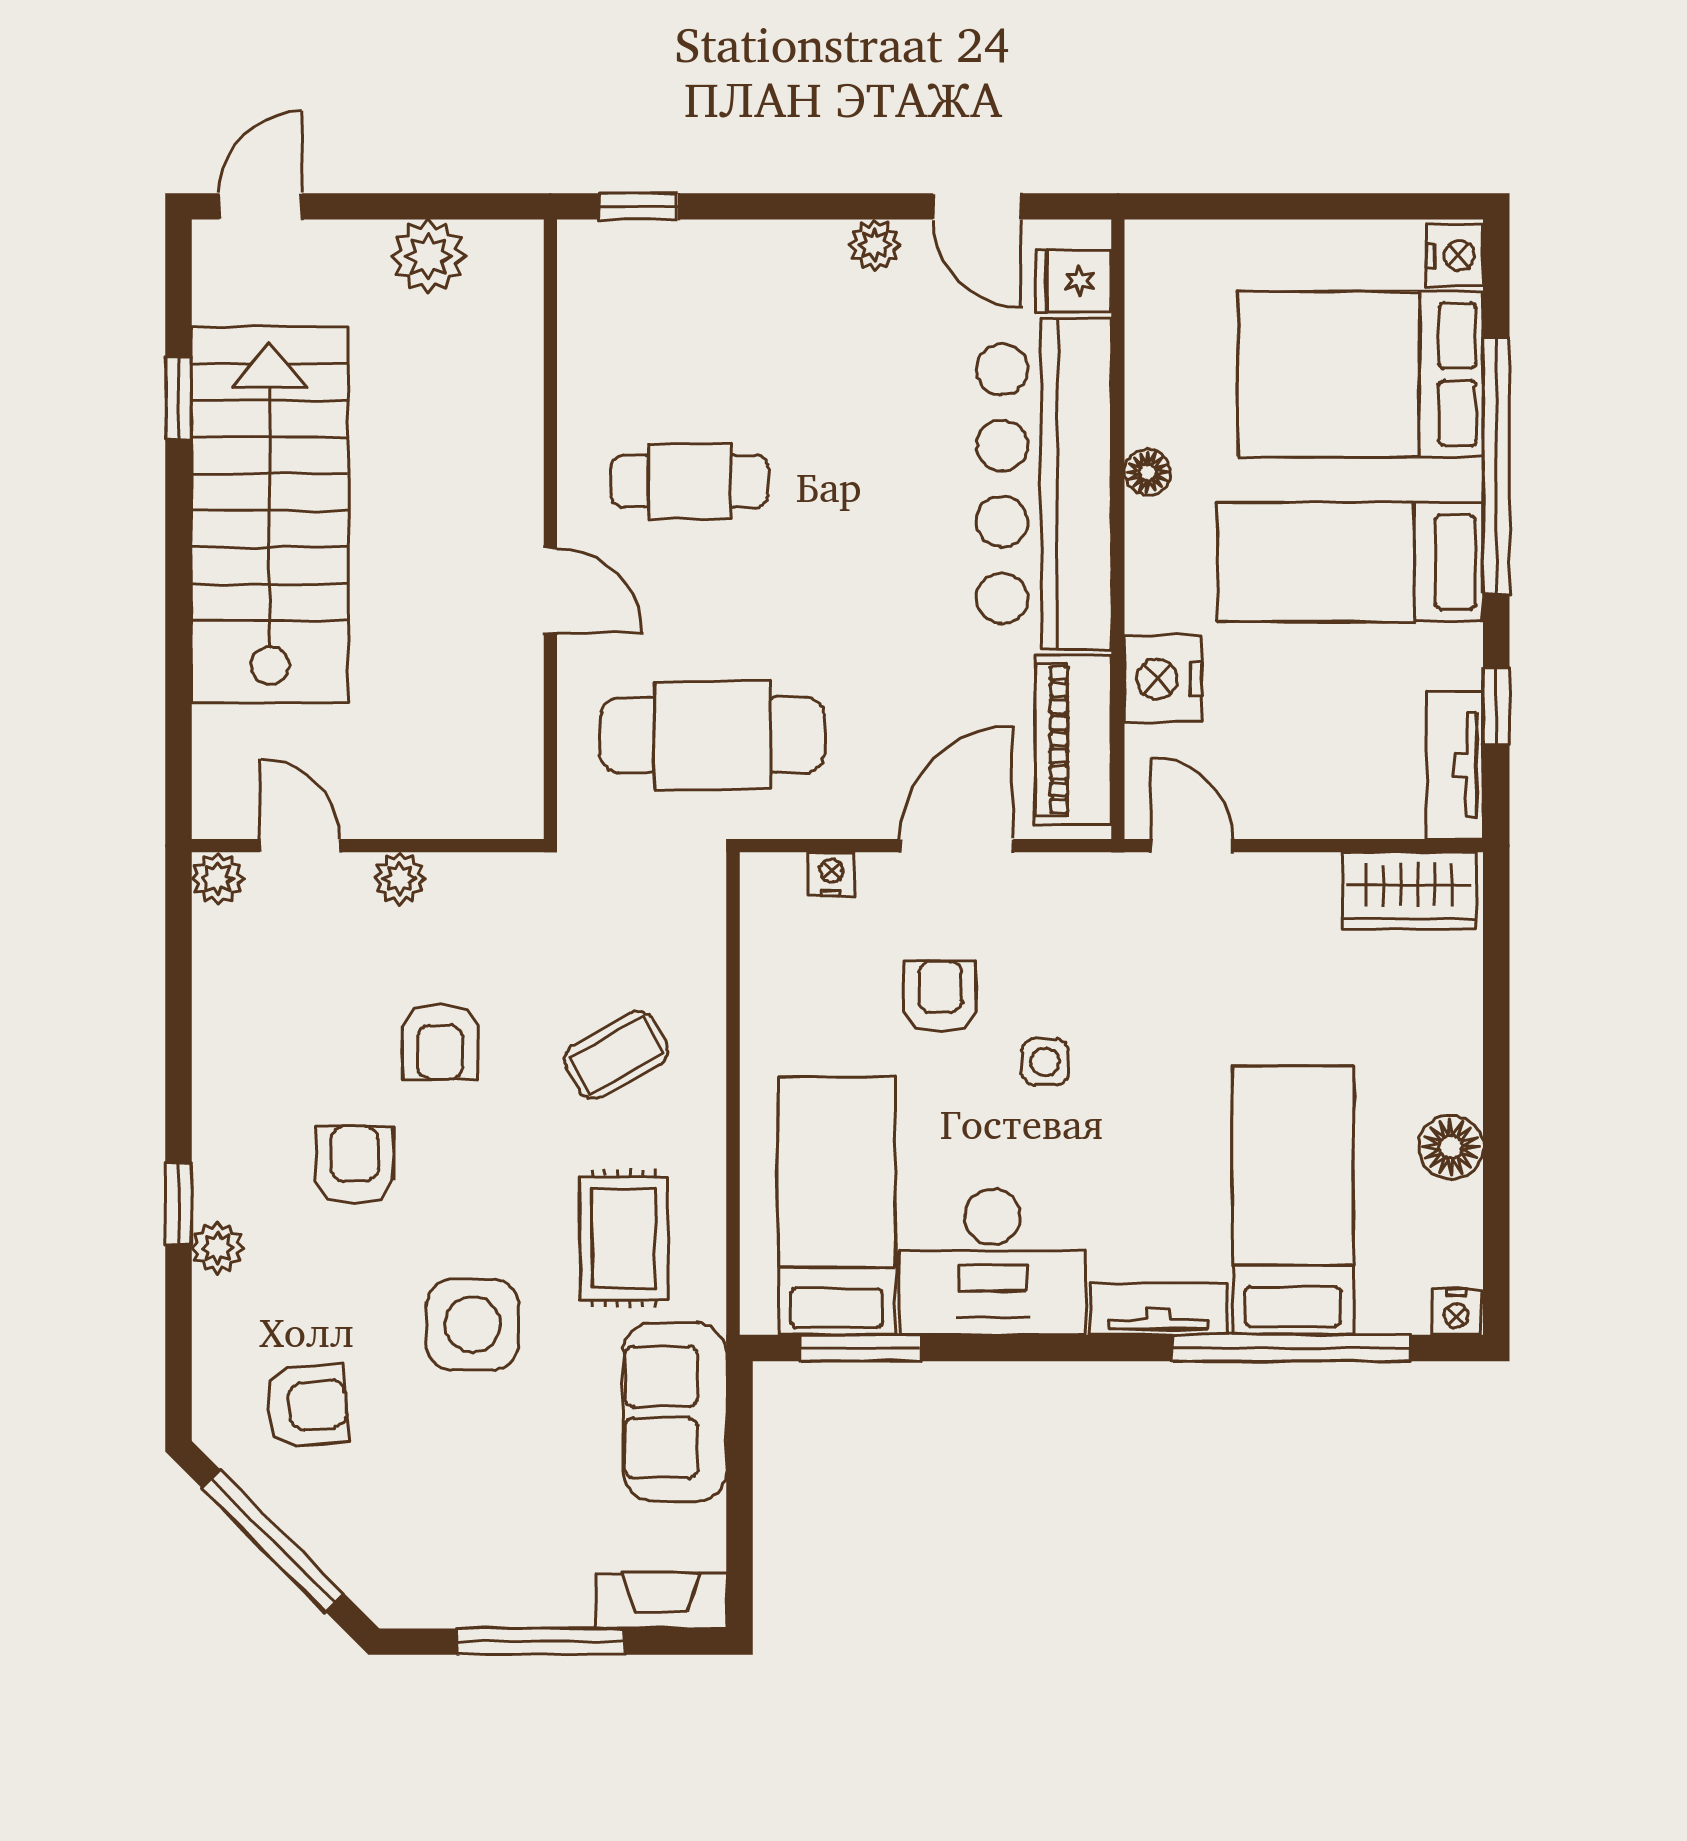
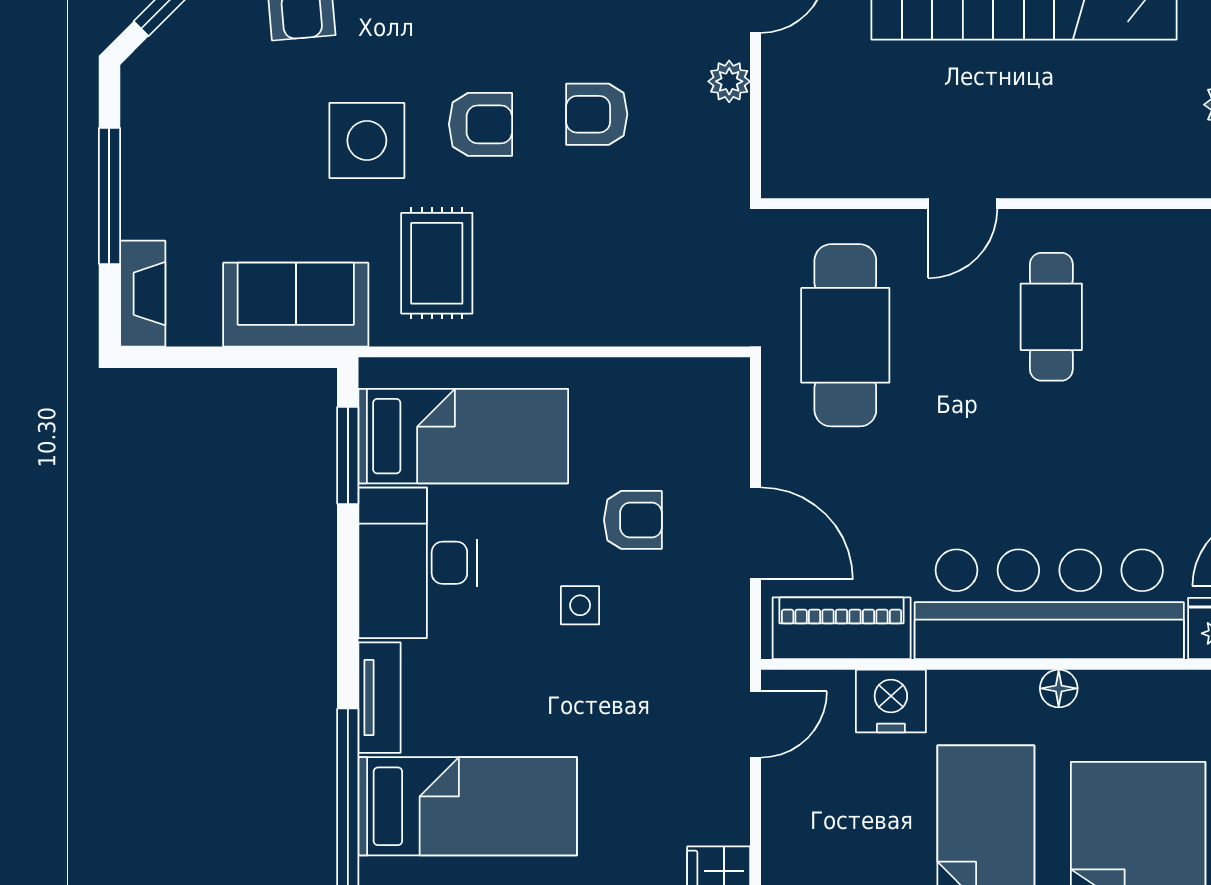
nightstand: (831, 874) -> (732, 432), removed
coffee table: (616, 1055) -> (586, 257), removed
armchair: (355, 1165) -> (480, 124), moved
rug: (624, 1238) -> (437, 263), turned 90

